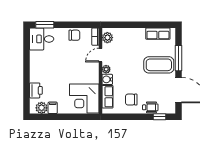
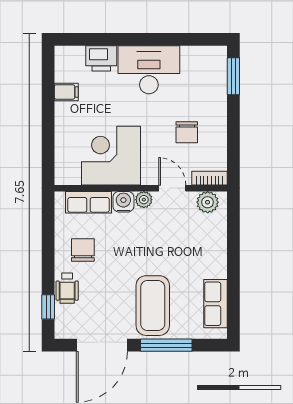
chair: (74, 35) -> (187, 132), moved
desk: (42, 39) -> (149, 70), moved, width x1.37
corner desk: (84, 99) -> (111, 156), moved
plant: (42, 108) -> (66, 70), removed

